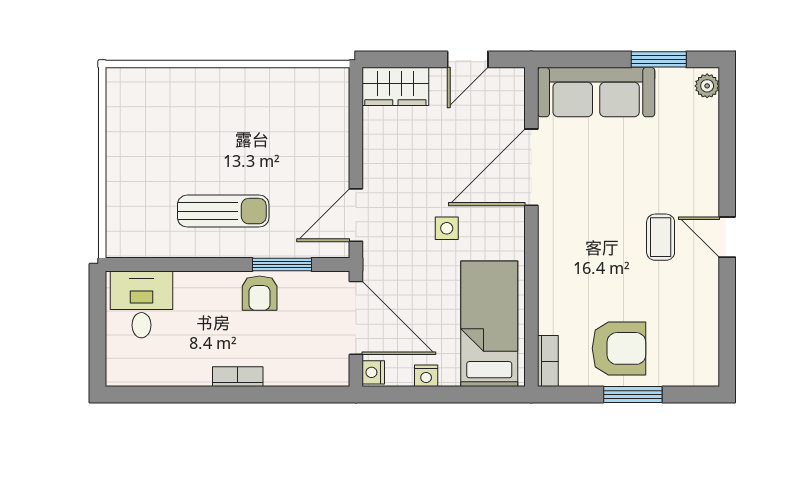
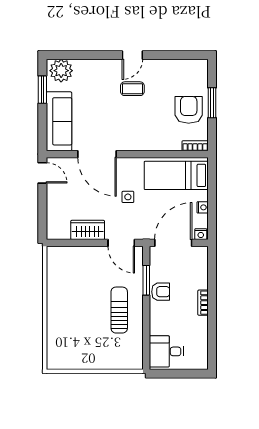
door: (468, 59) -> (42, 173), moved
wardrobe: (395, 86) -> (88, 230), moved, turned -90
plant: (707, 86) -> (61, 71), width x1.87, depth x1.87

